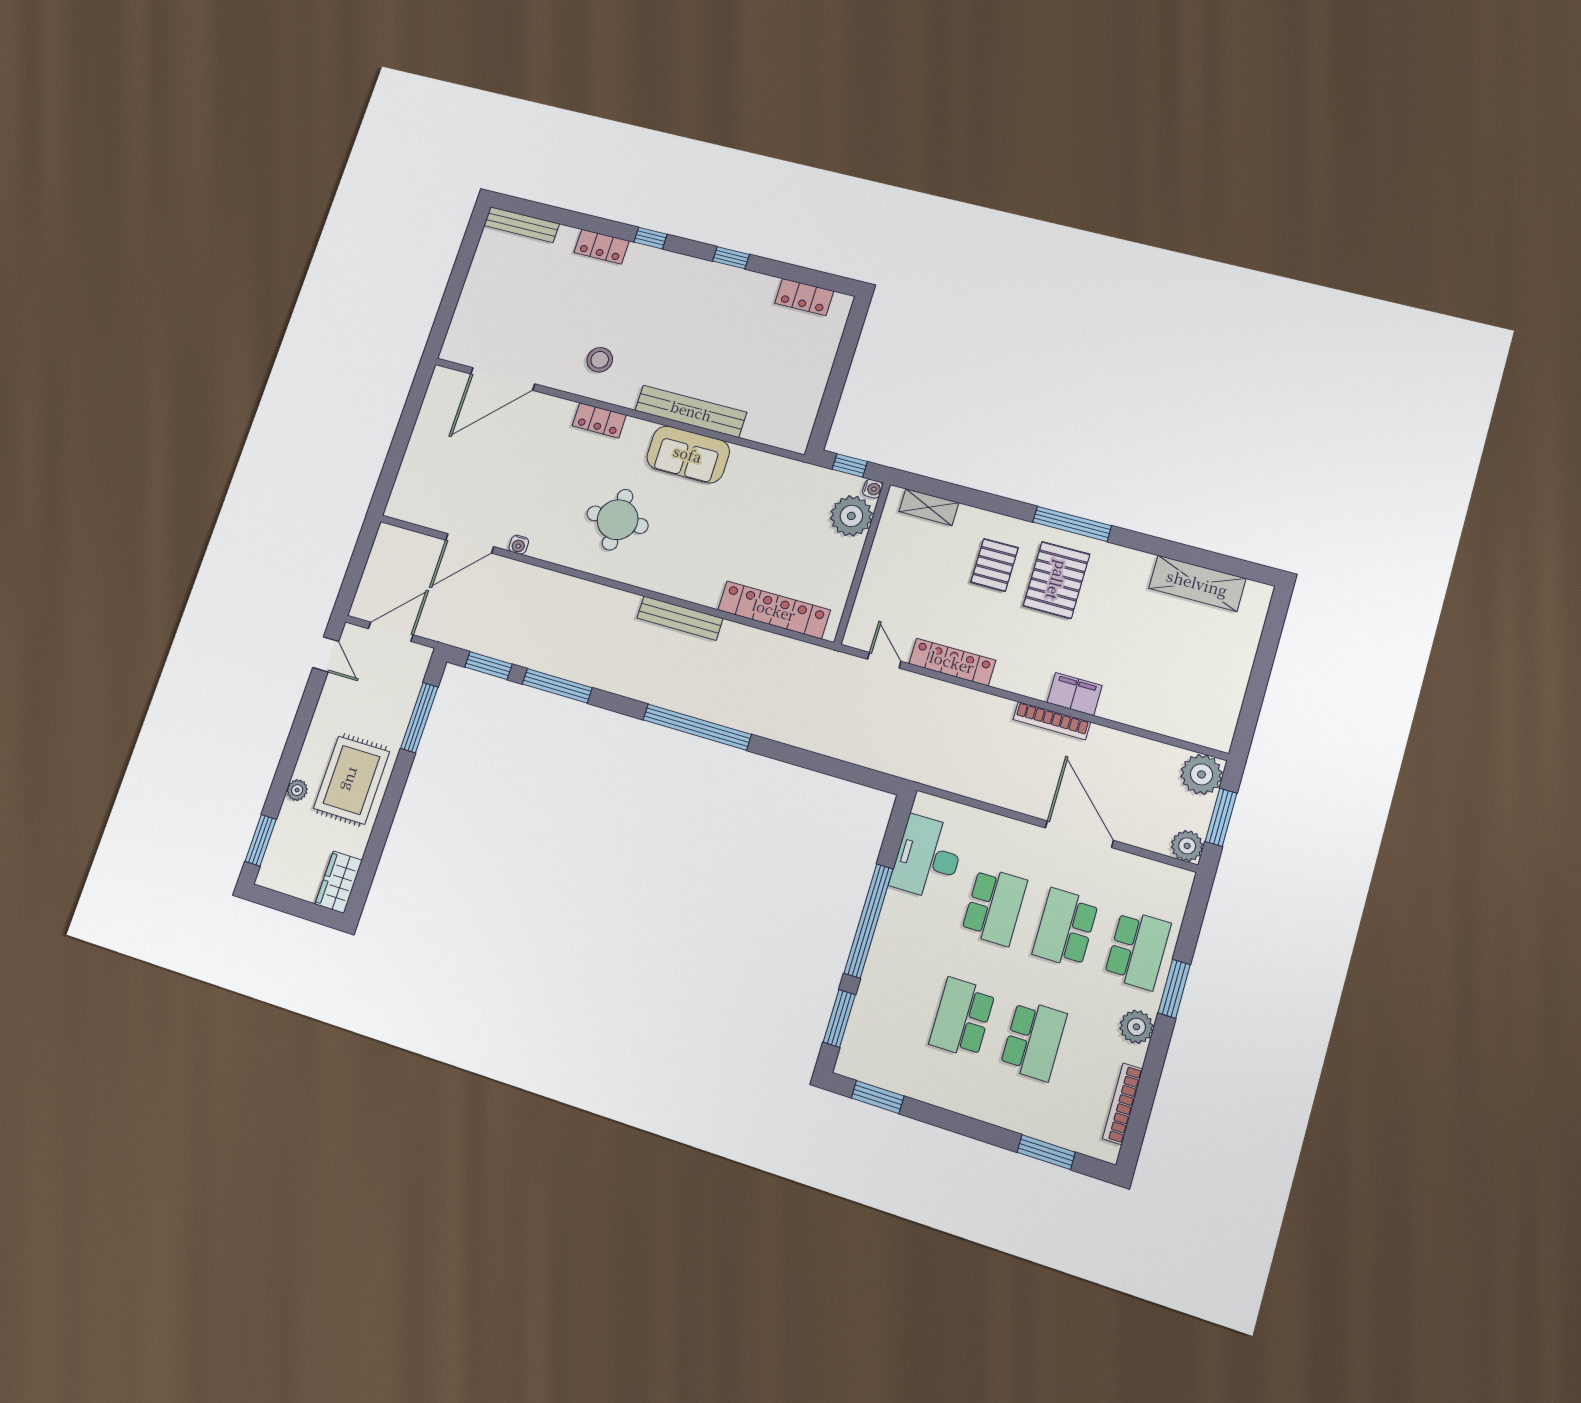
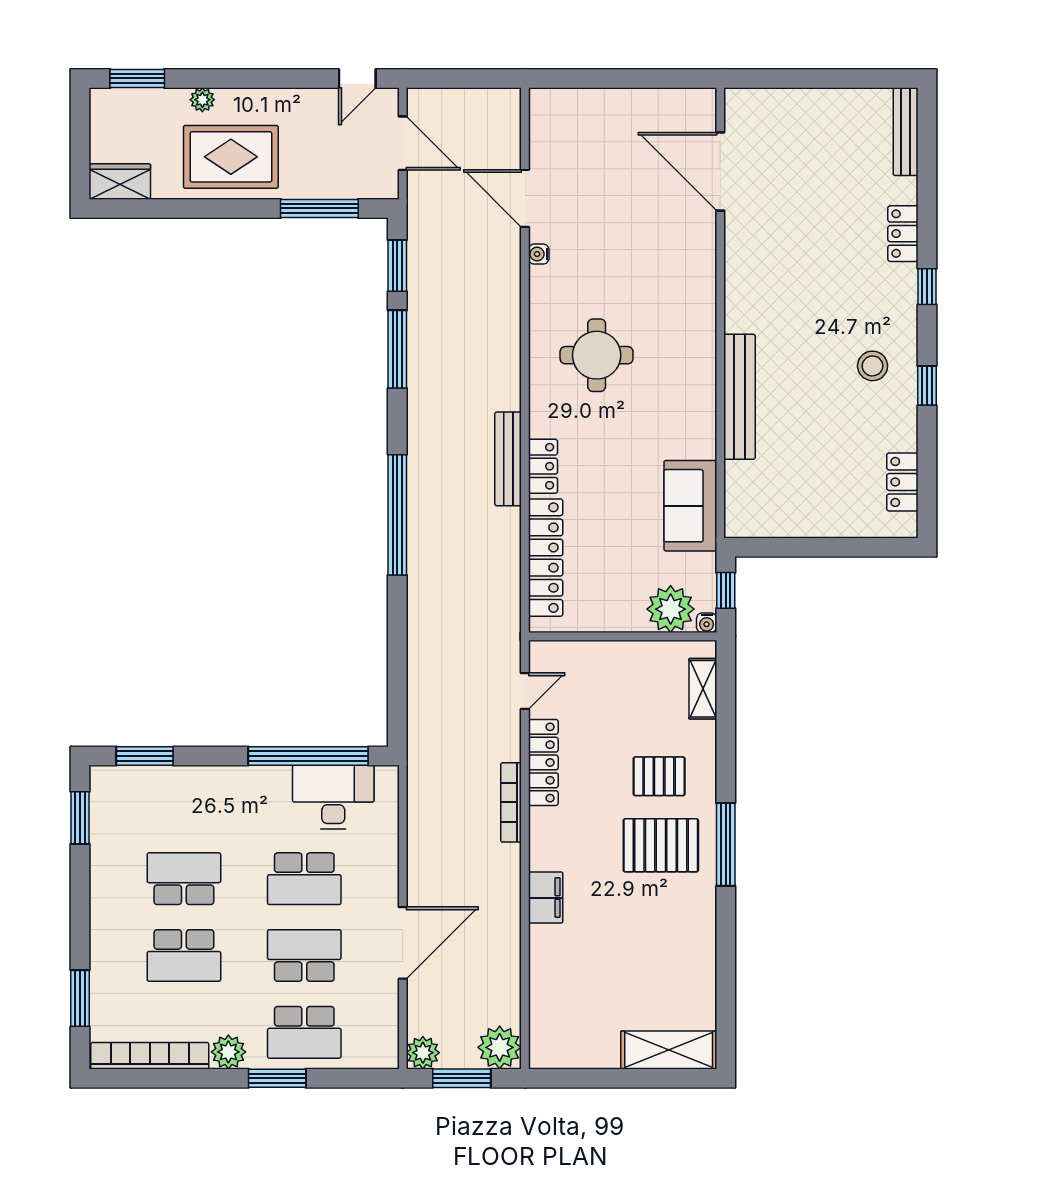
stool: (600, 360) -> (873, 366), moved
locker: (599, 420) -> (543, 466), moved, turned 180
sofa: (688, 454) -> (690, 506), moved
shelving: (1197, 583) -> (669, 1050), moved, turned 90
bookcase: (1052, 721) -> (511, 802), moved
window: (868, 921) -> (308, 756), moved
bookcase: (1123, 1104) -> (150, 1056), width x1.48, depth x1.31

